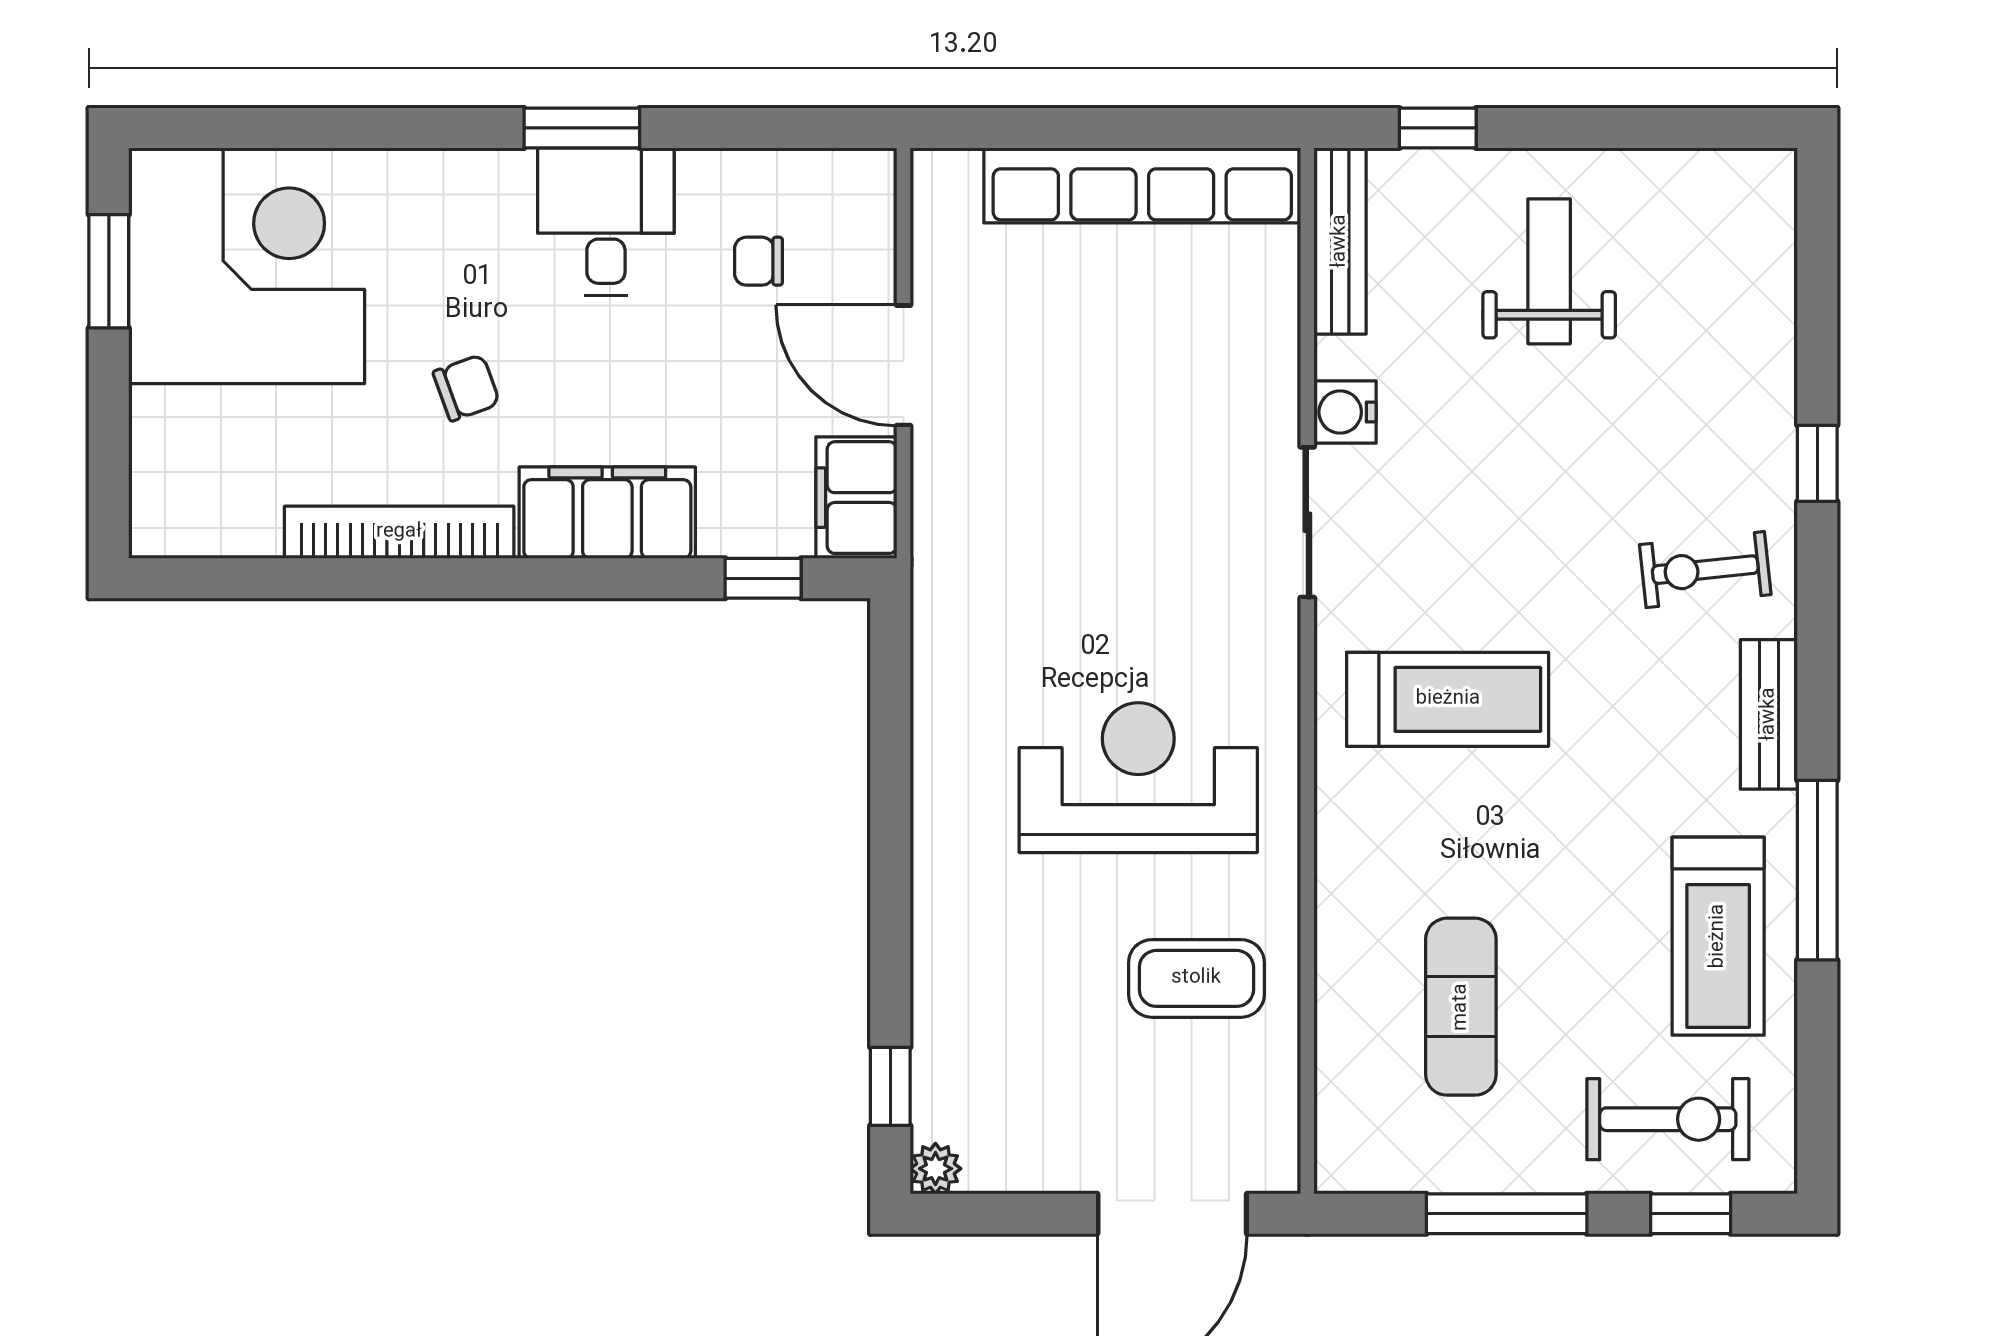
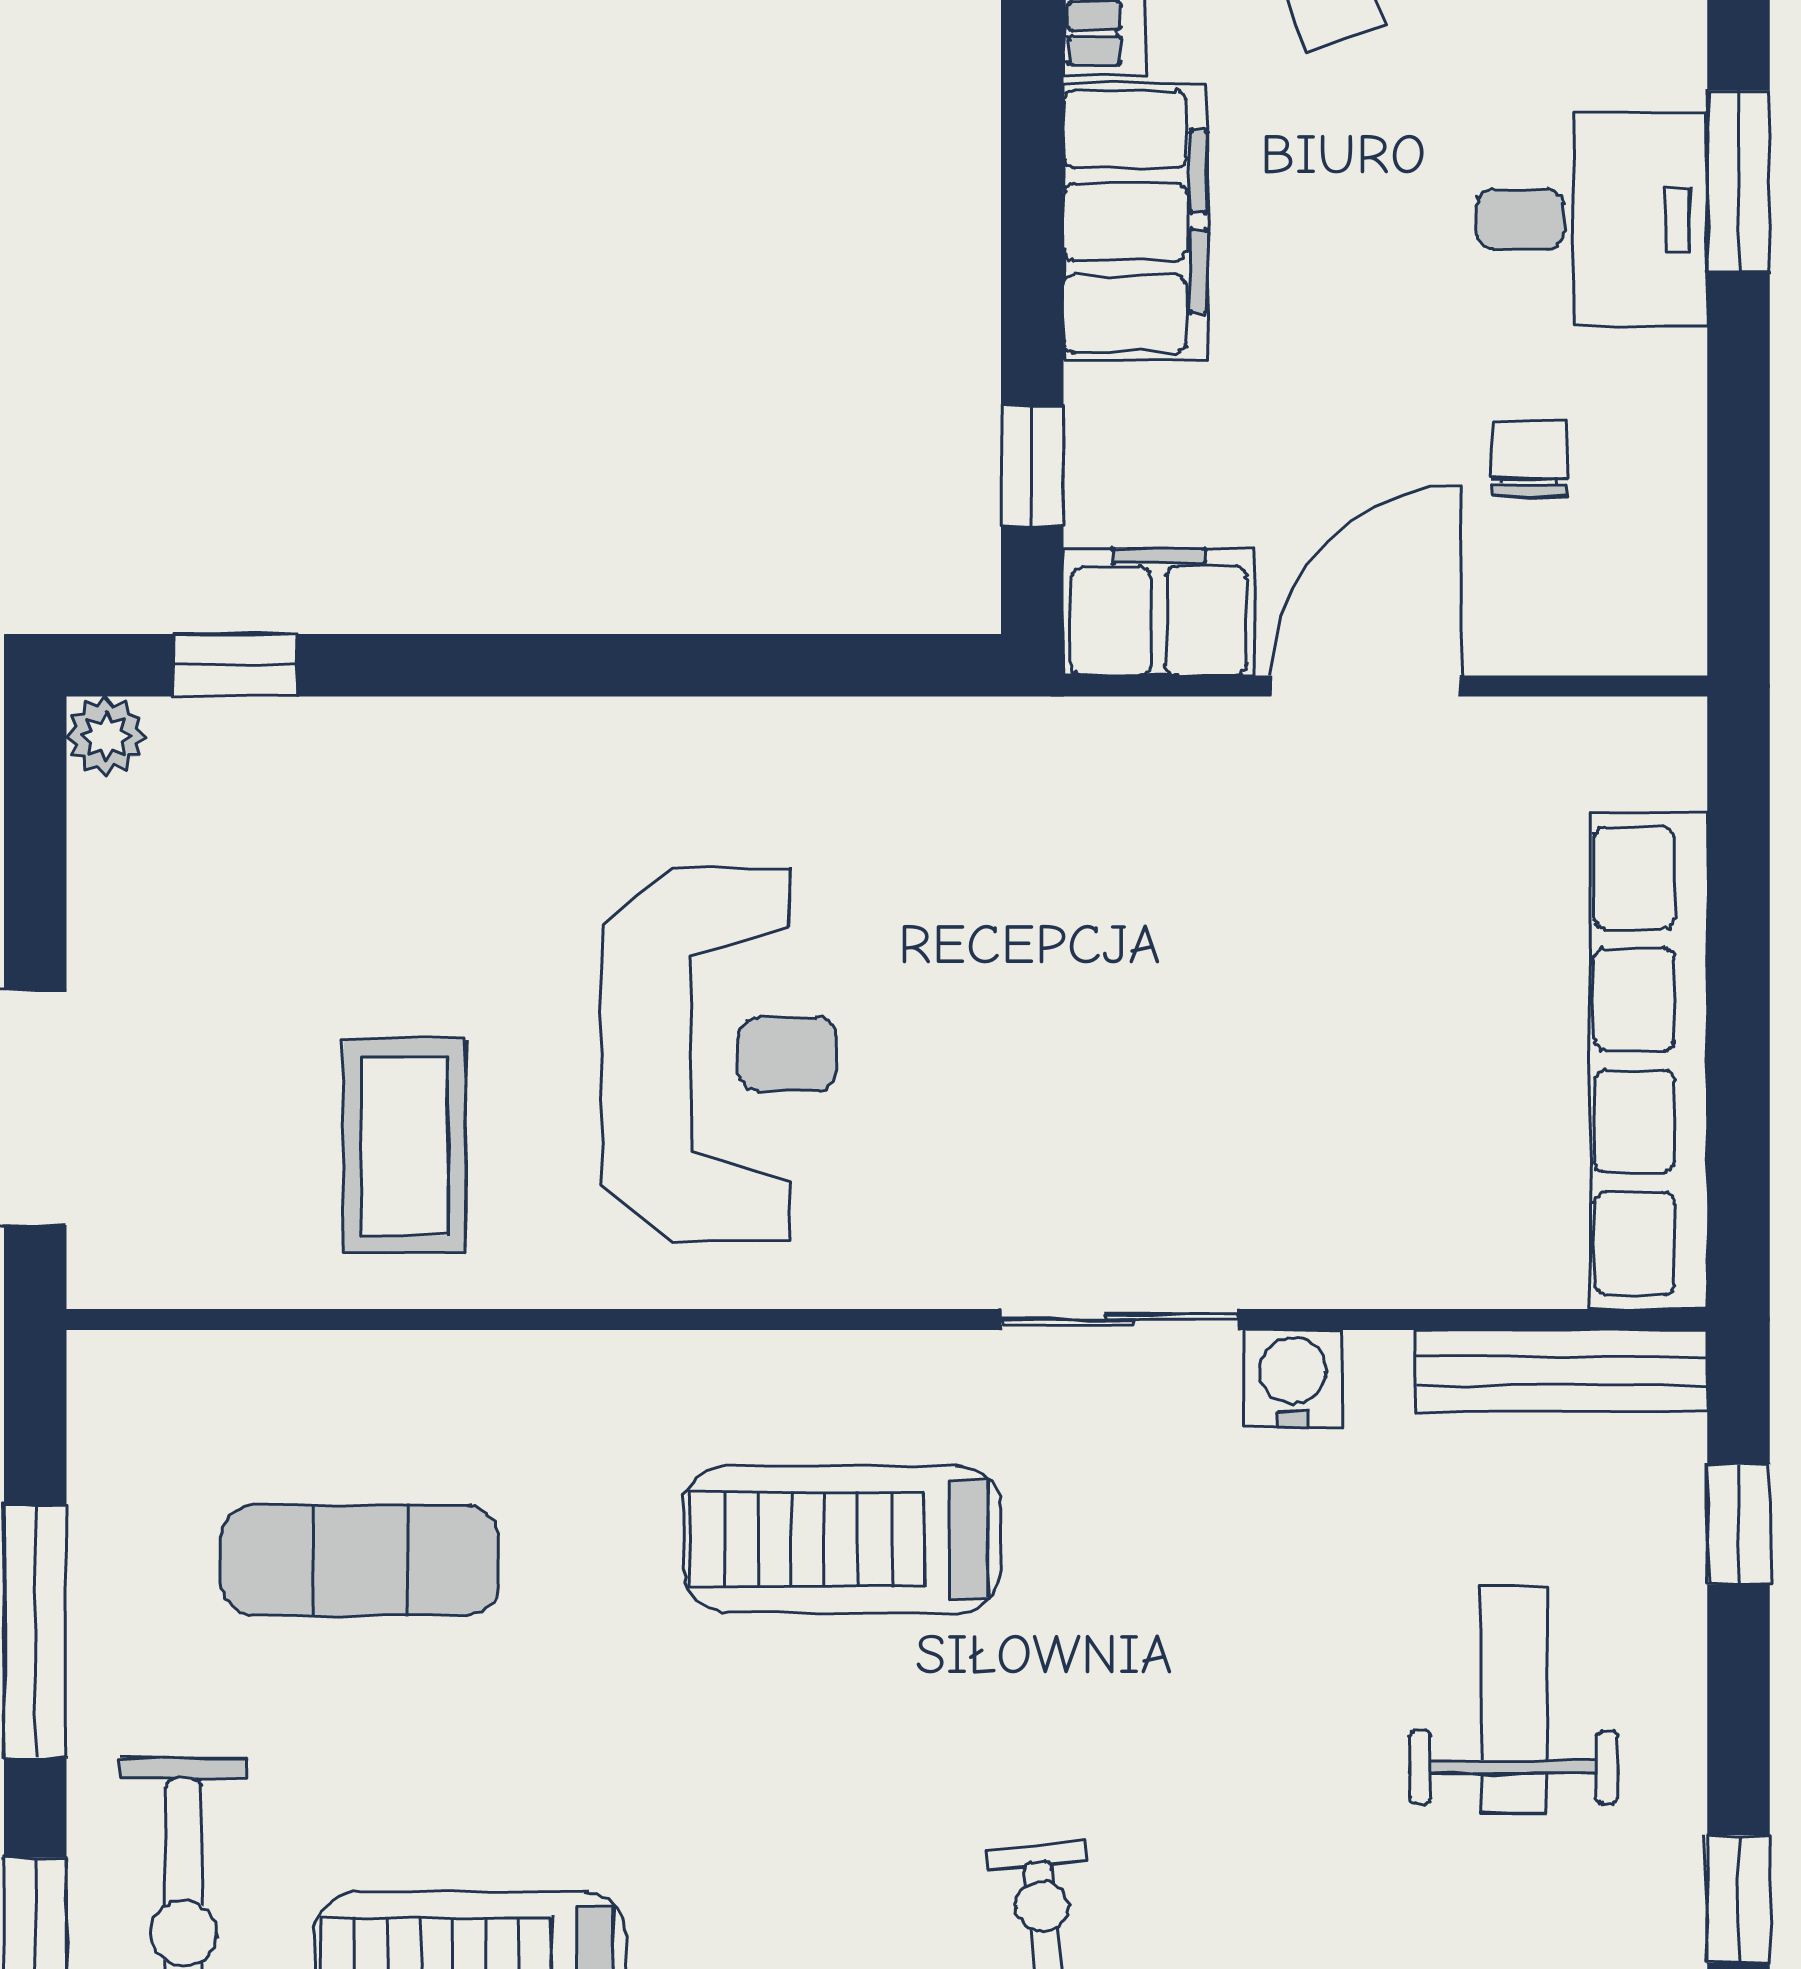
window: (1677, 128) -> (1739, 1899), added
weight bench: (1549, 271) -> (1514, 1699), turned -90
treadmill: (1448, 699) -> (842, 1540), turned 90

